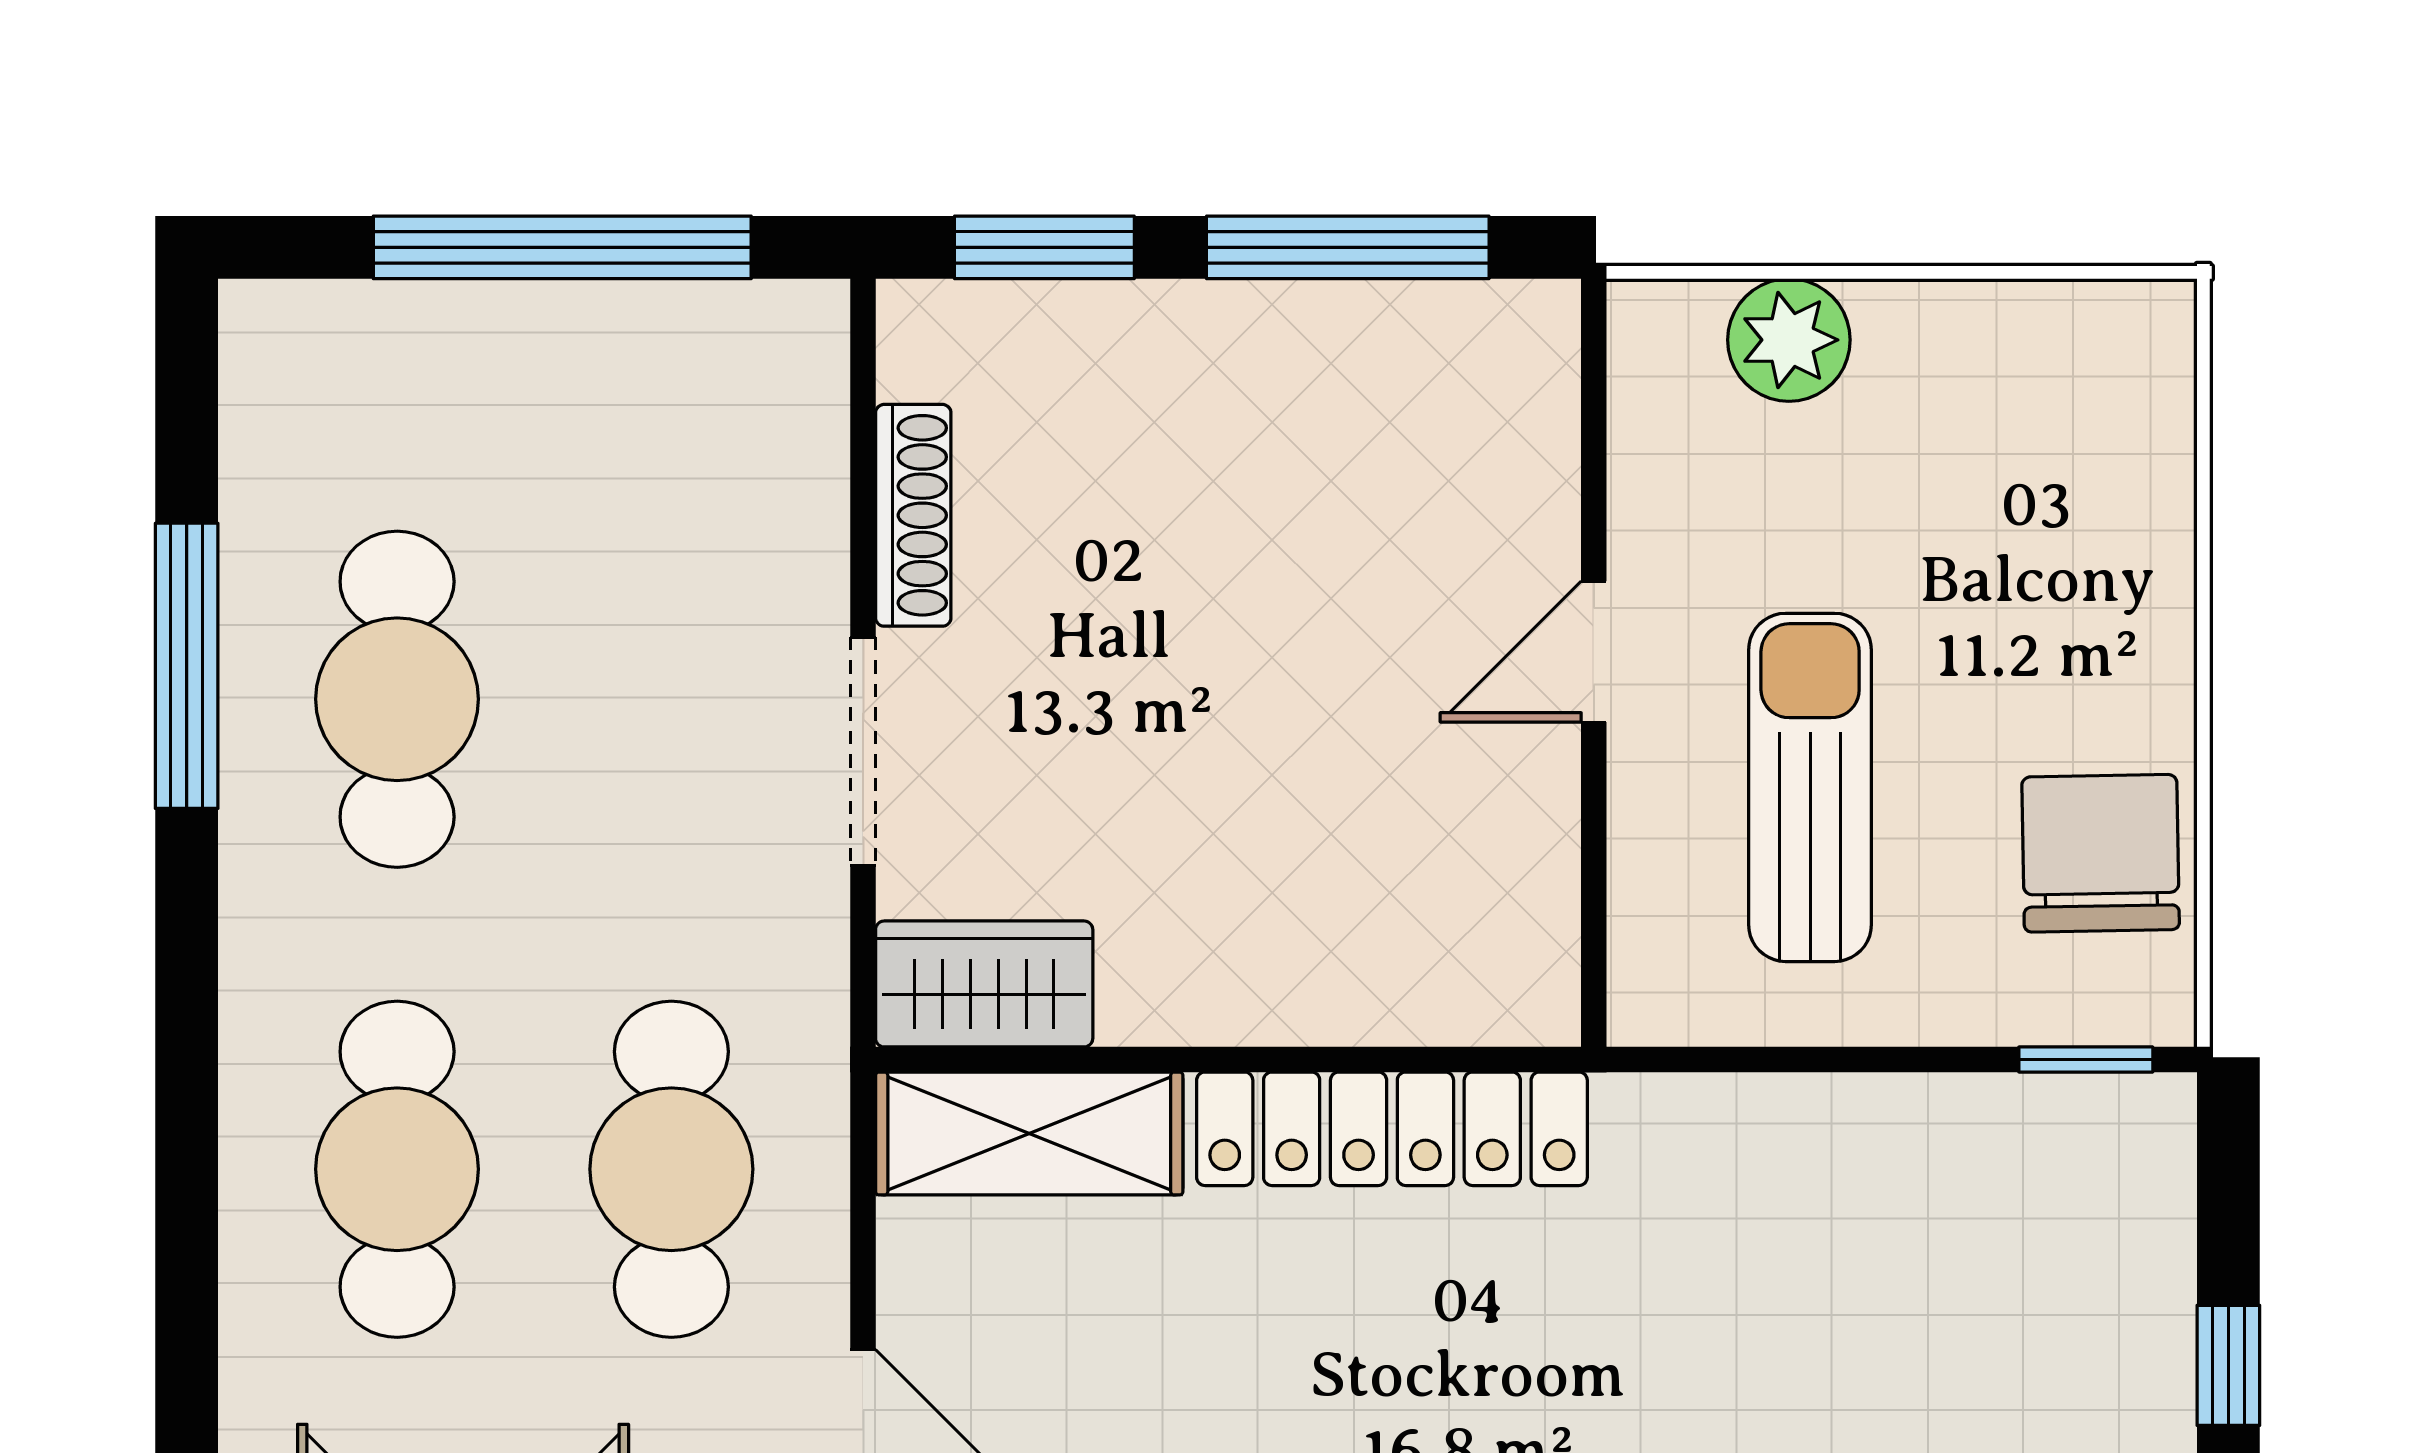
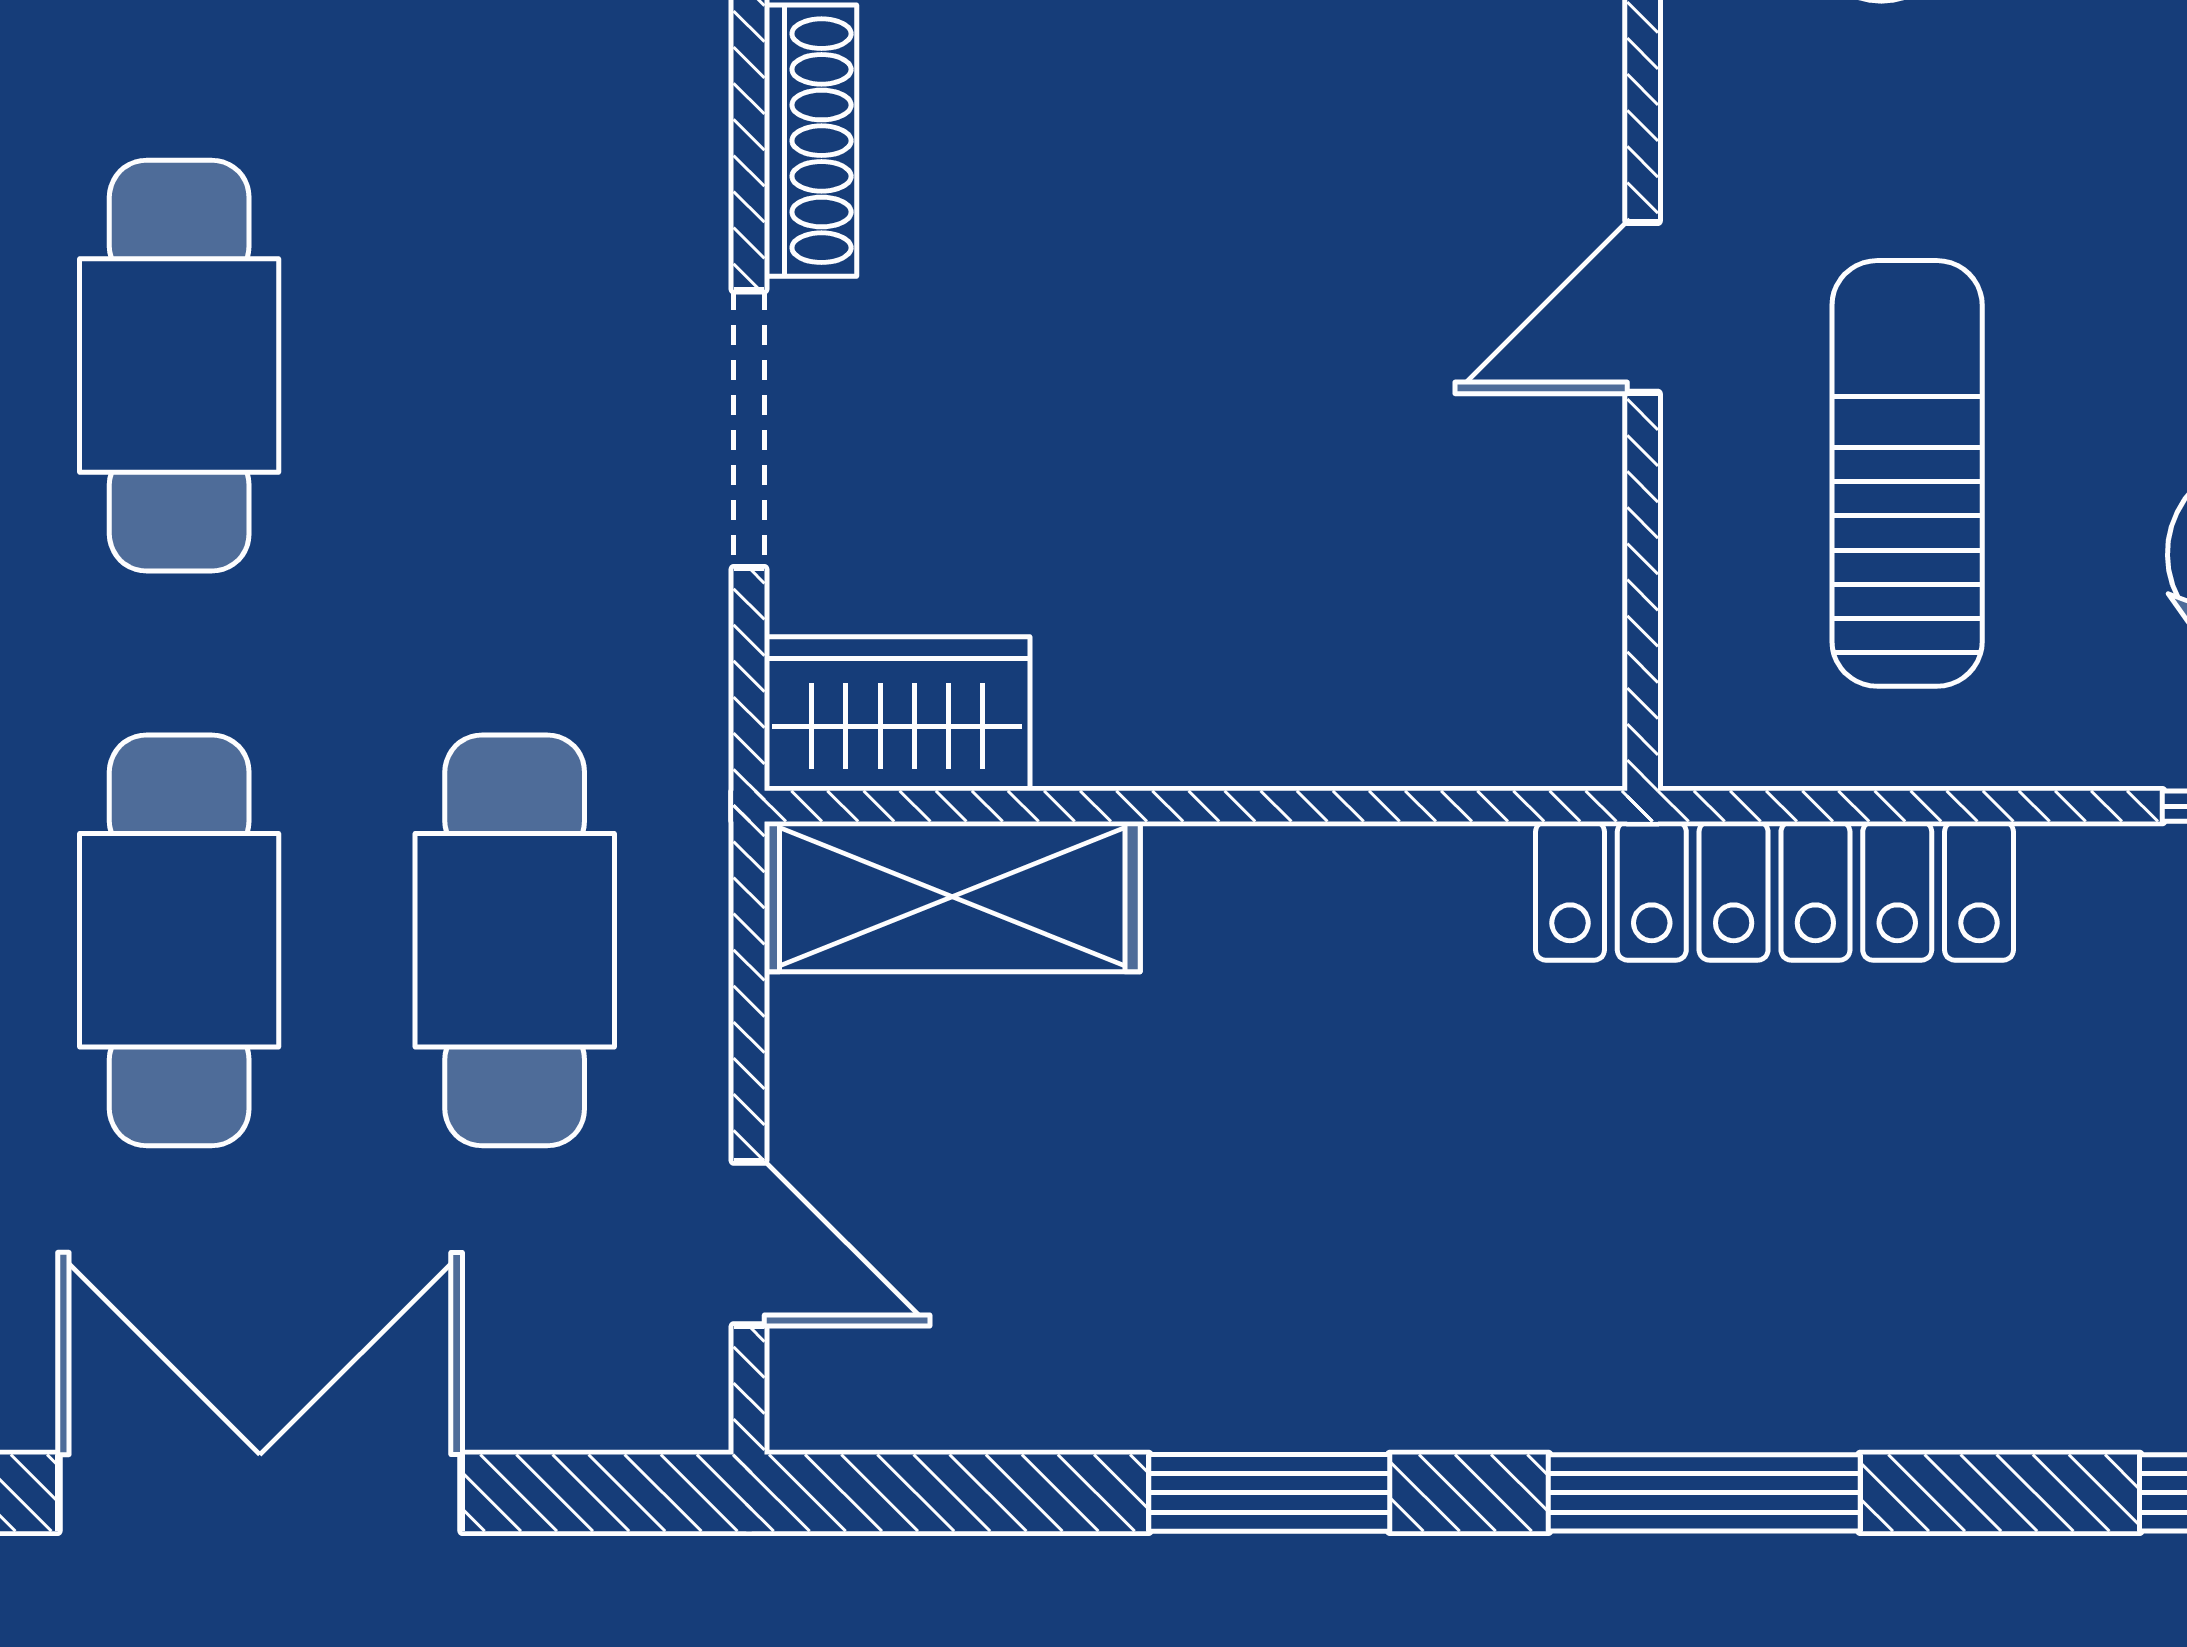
locker: (1392, 1129) -> (1774, 891), moved

